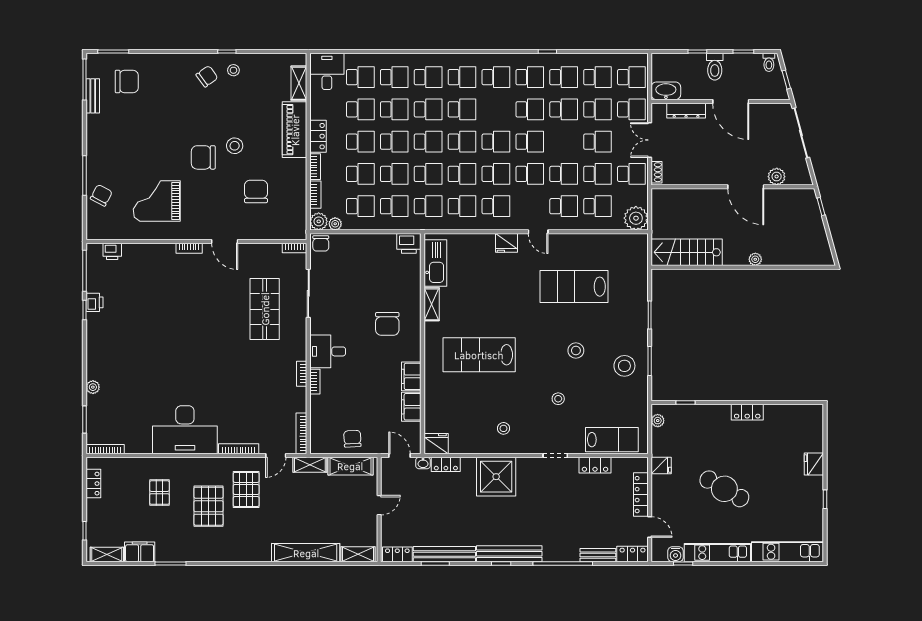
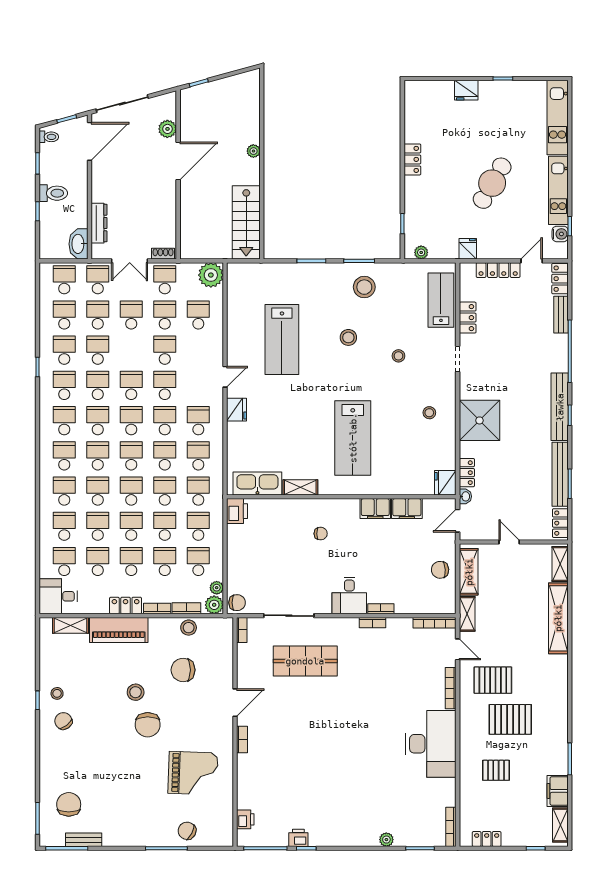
door: (731, 101) -> (89, 141), moved
stool: (297, 197) -> (189, 628), added
grand piano: (157, 201) -> (193, 773), turned -88
school desk: (564, 206) -> (98, 421), moved
chair: (387, 324) -> (321, 534), width x0.54, depth x0.54

